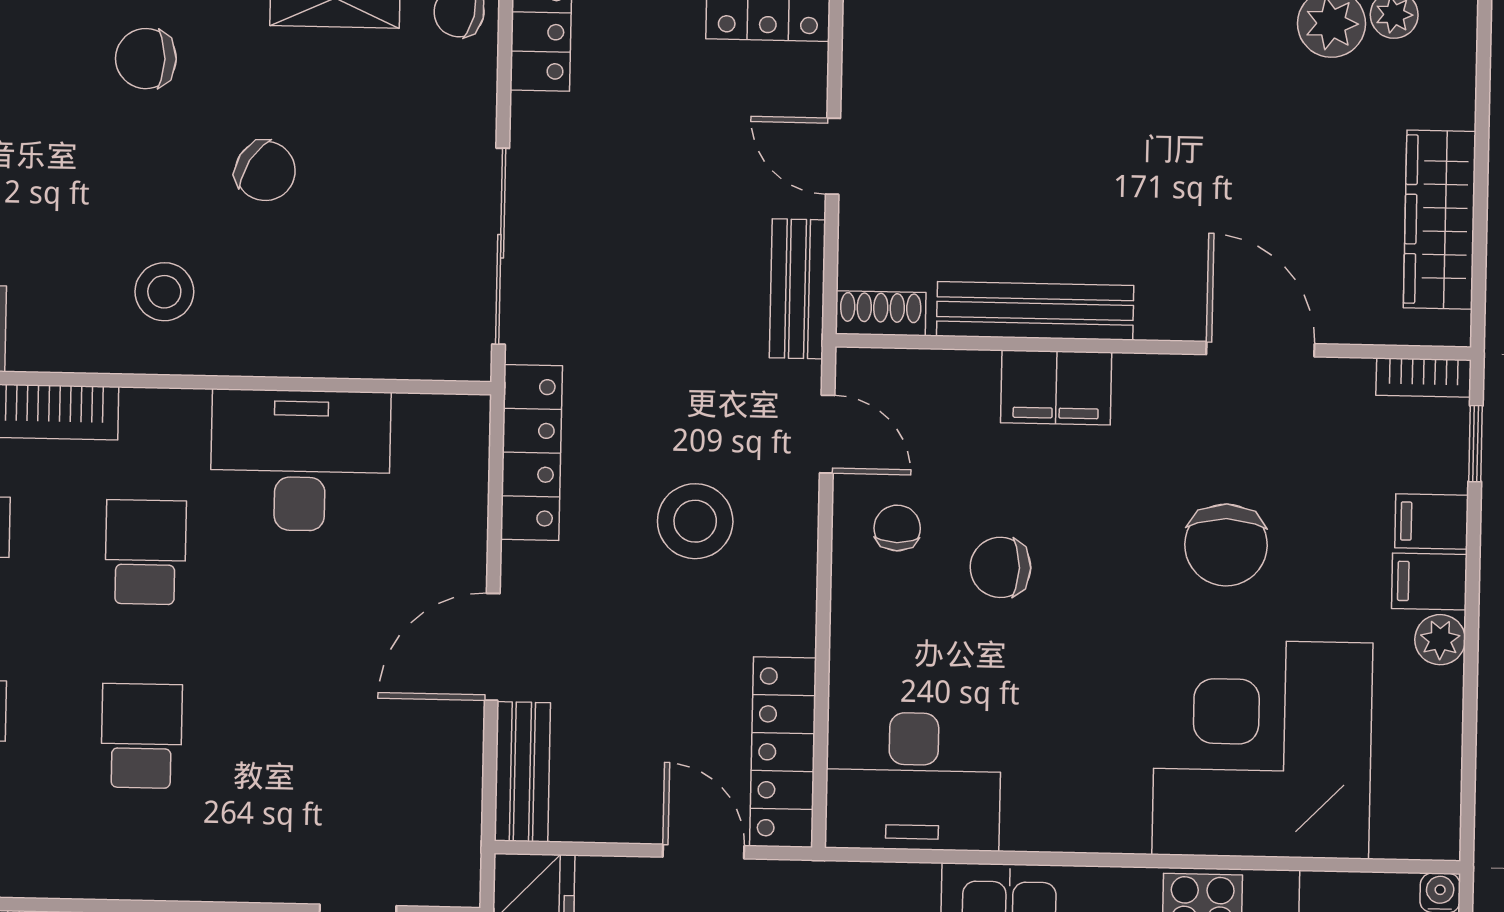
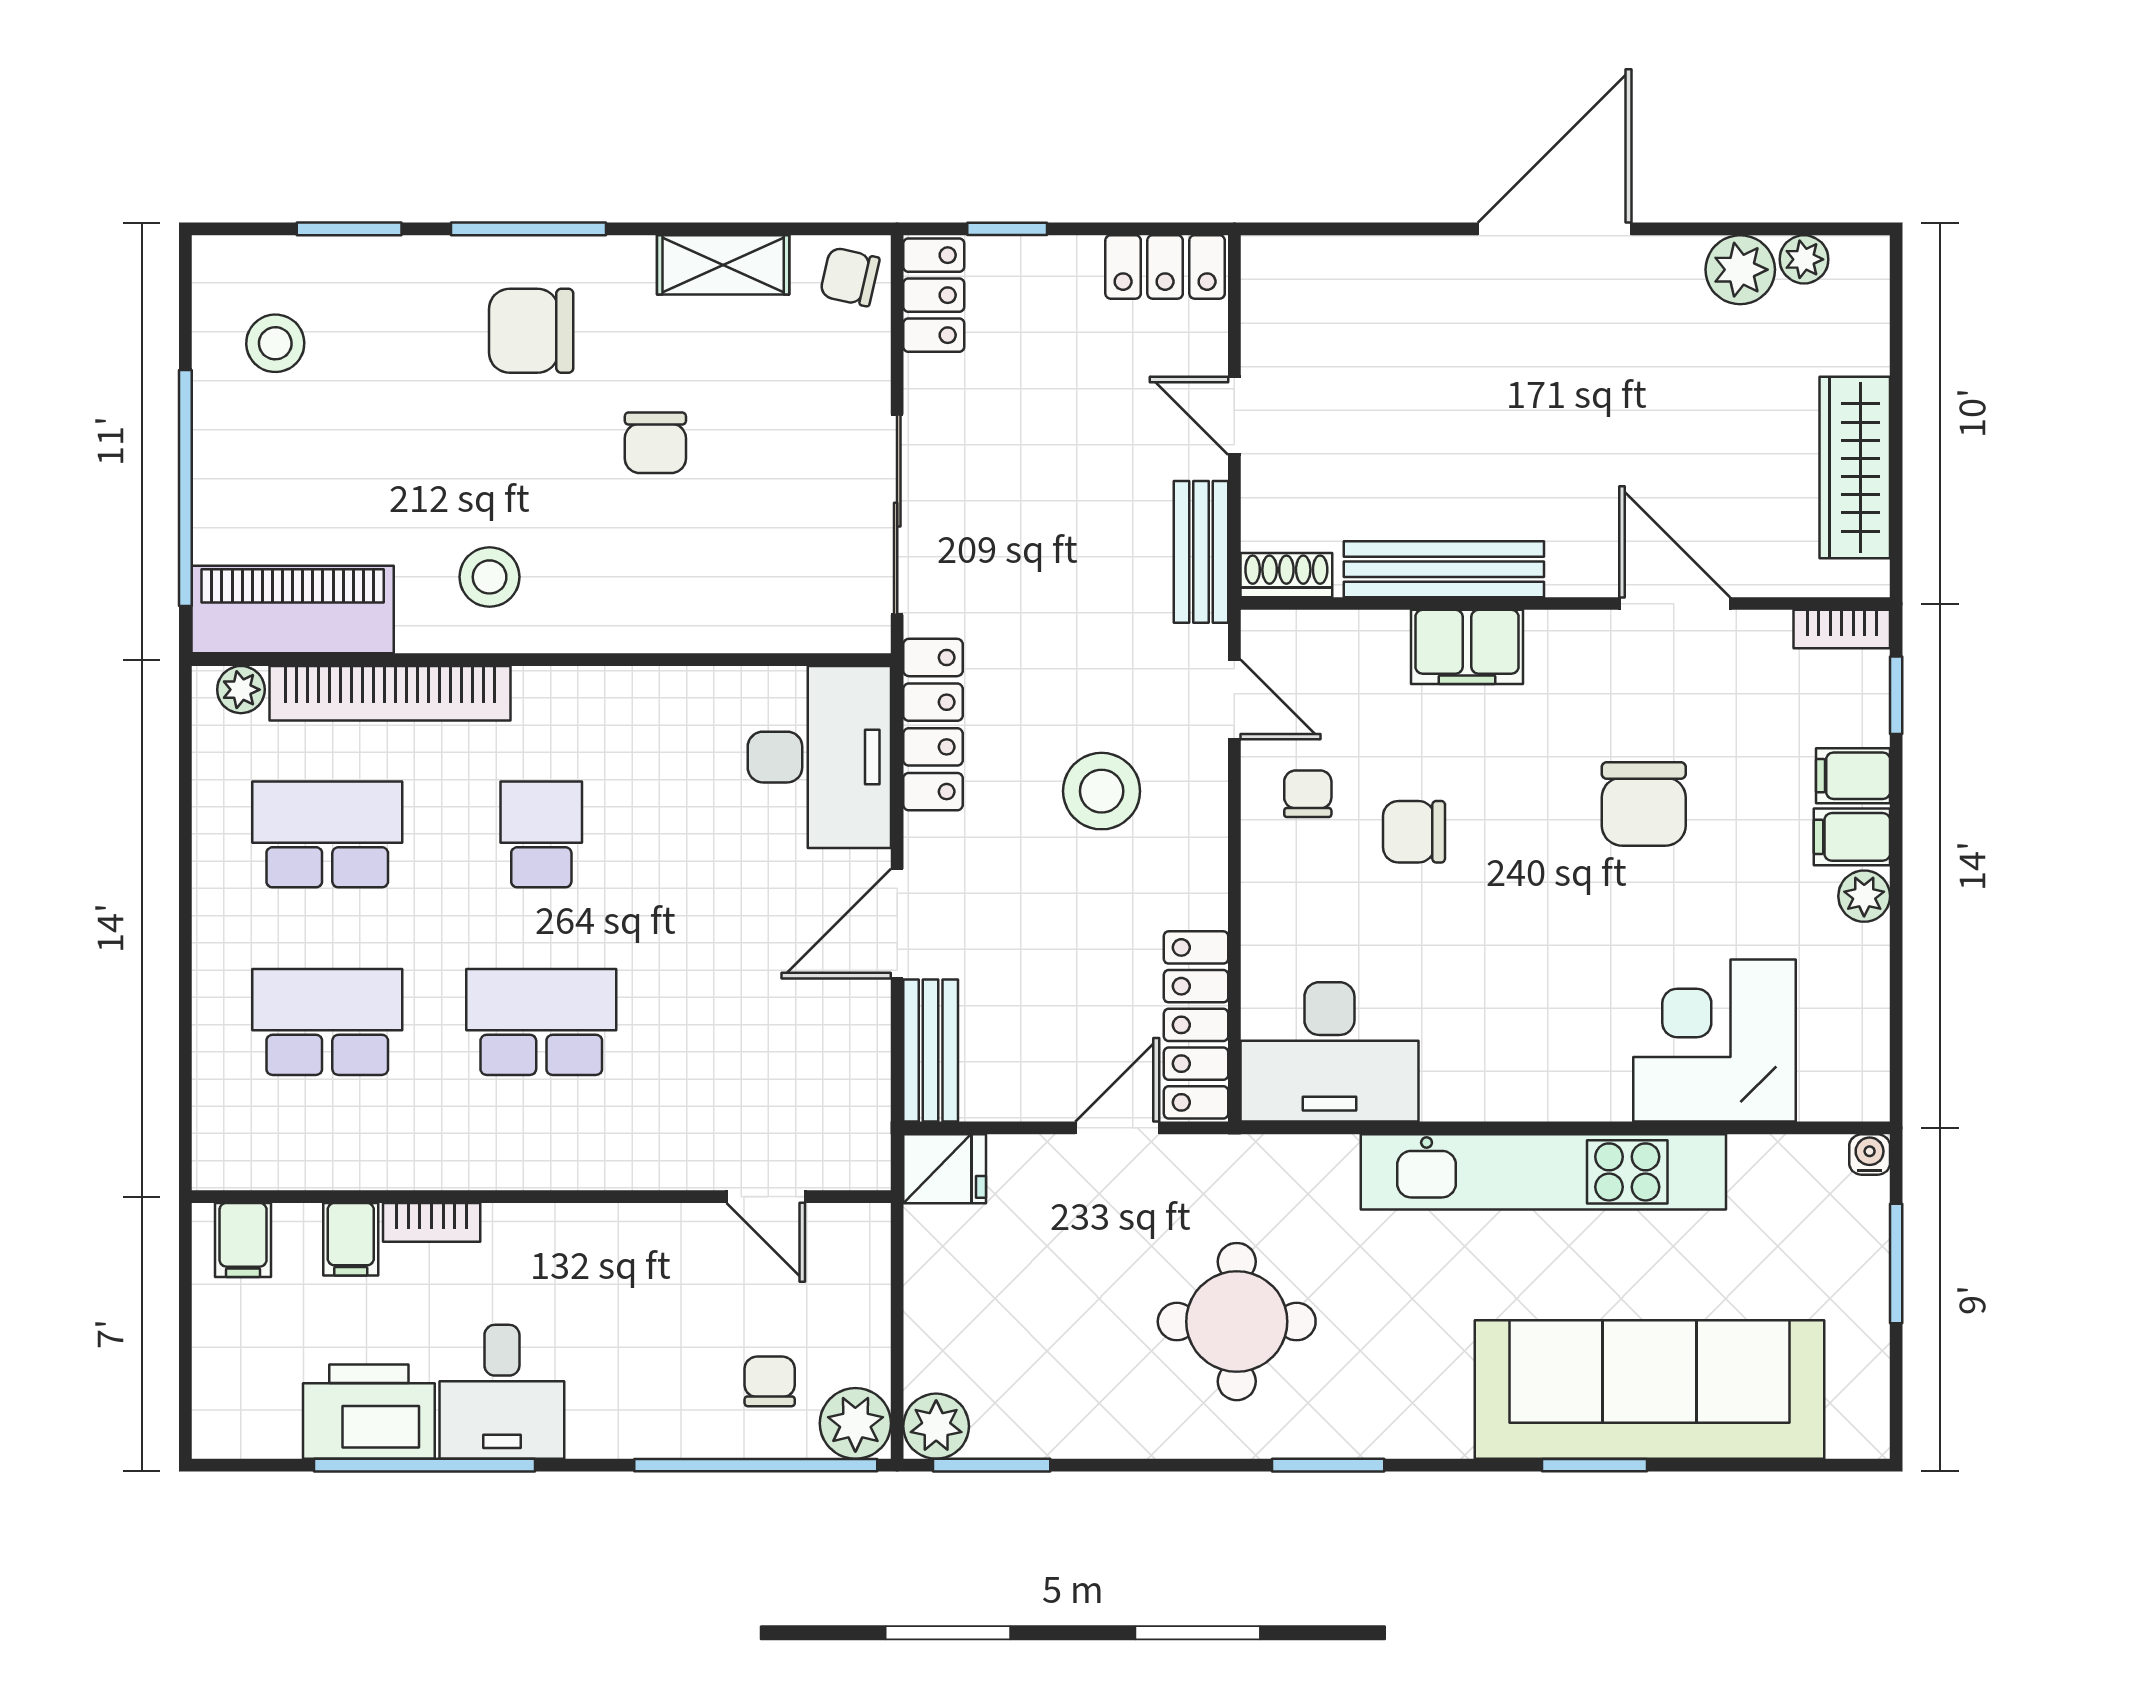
chair: (146, 59) -> (531, 331), width x1.37, depth x1.37
chair: (265, 171) -> (655, 443), turned 58
stool: (164, 292) -> (490, 577), moved
desk: (300, 460) -> (819, 757), moved, turned 90
school desk: (142, 736) -> (541, 1022), width x1.85
corner desk: (1262, 749) -> (1714, 1041), width x0.74, depth x0.74
door: (704, 851) -> (1117, 1128), hinge flipped

